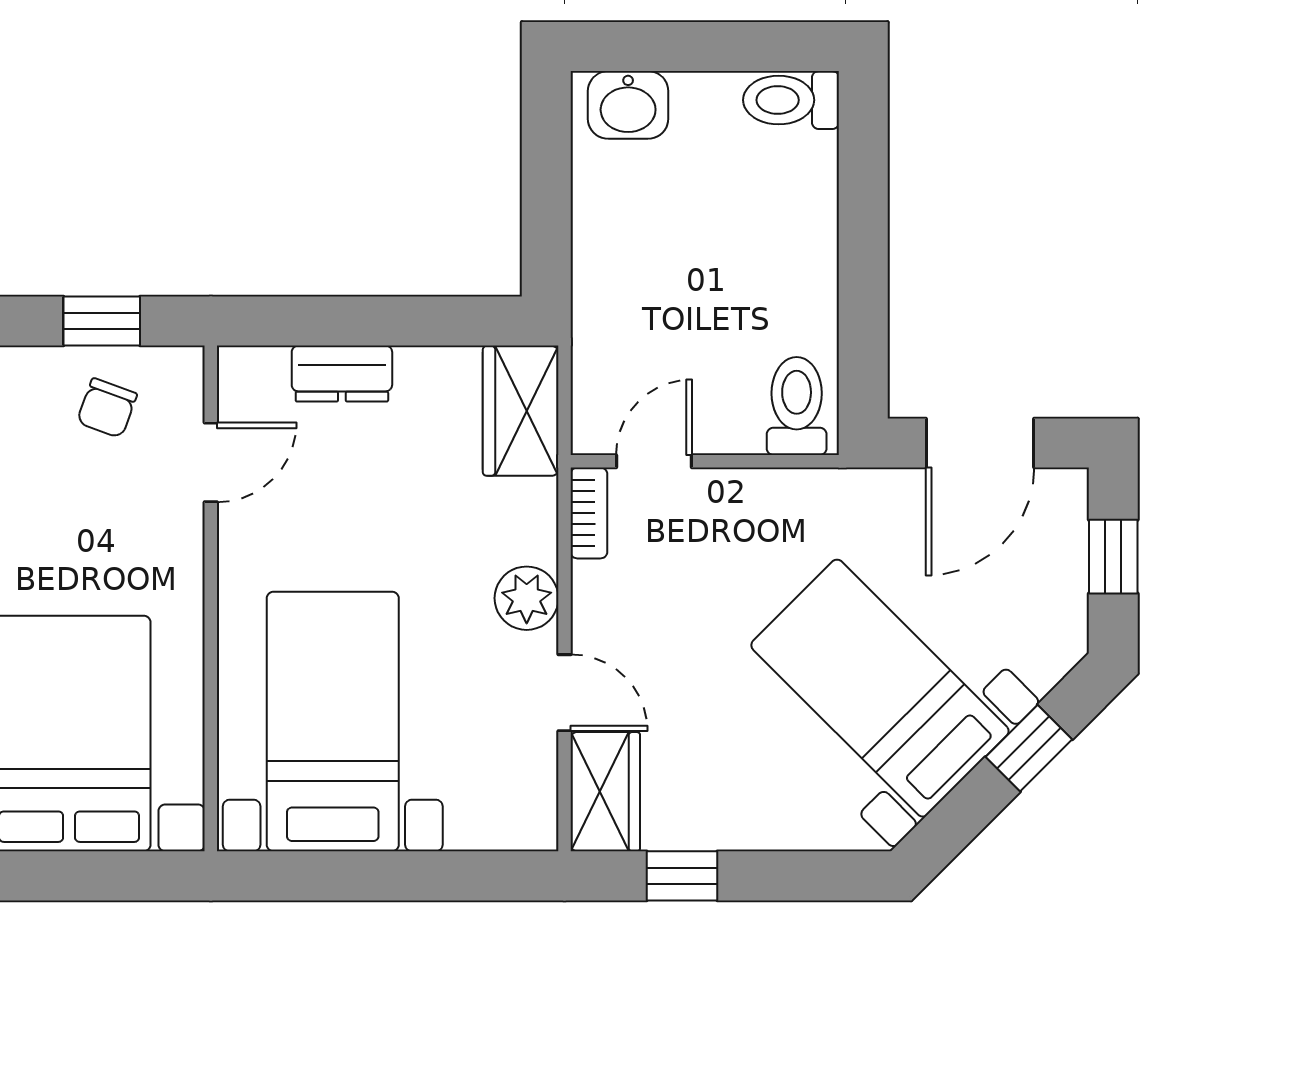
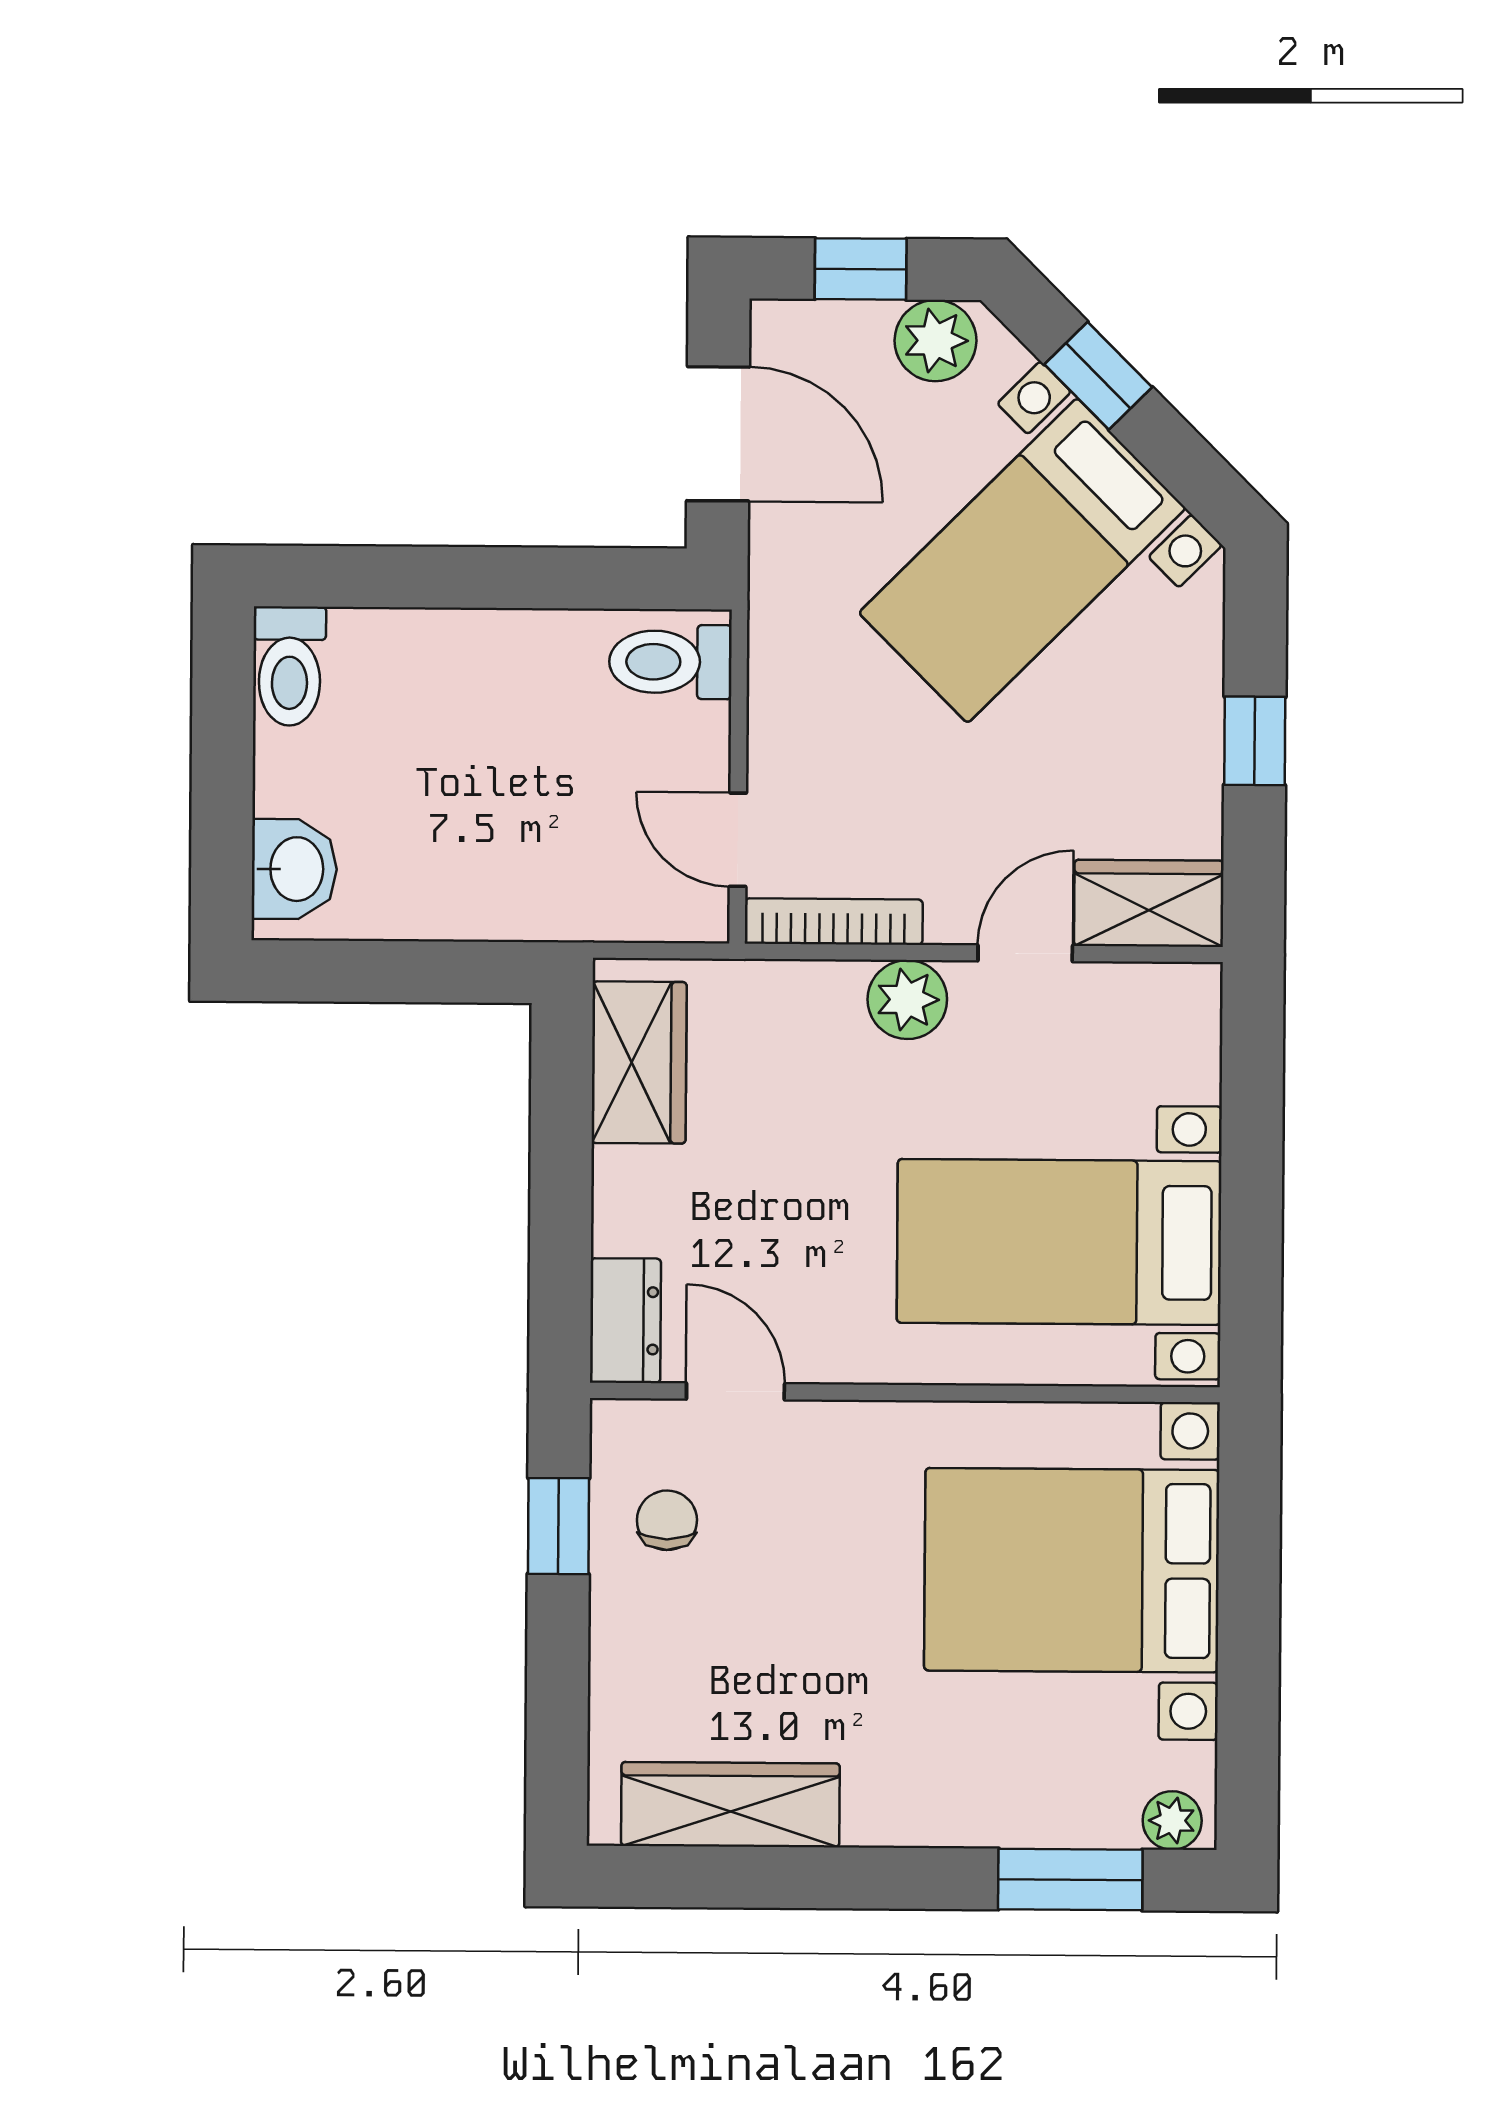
dresser: (342, 374) -> (625, 1321), moved
chair: (107, 408) -> (667, 1520), turned -110
wardrobe: (521, 411) -> (639, 1062), moved, turned -90
bookcase: (589, 513) -> (834, 922), width x1.56
plant: (1056, 617) -> (936, 341), added
window: (682, 876) -> (1255, 741), moved

